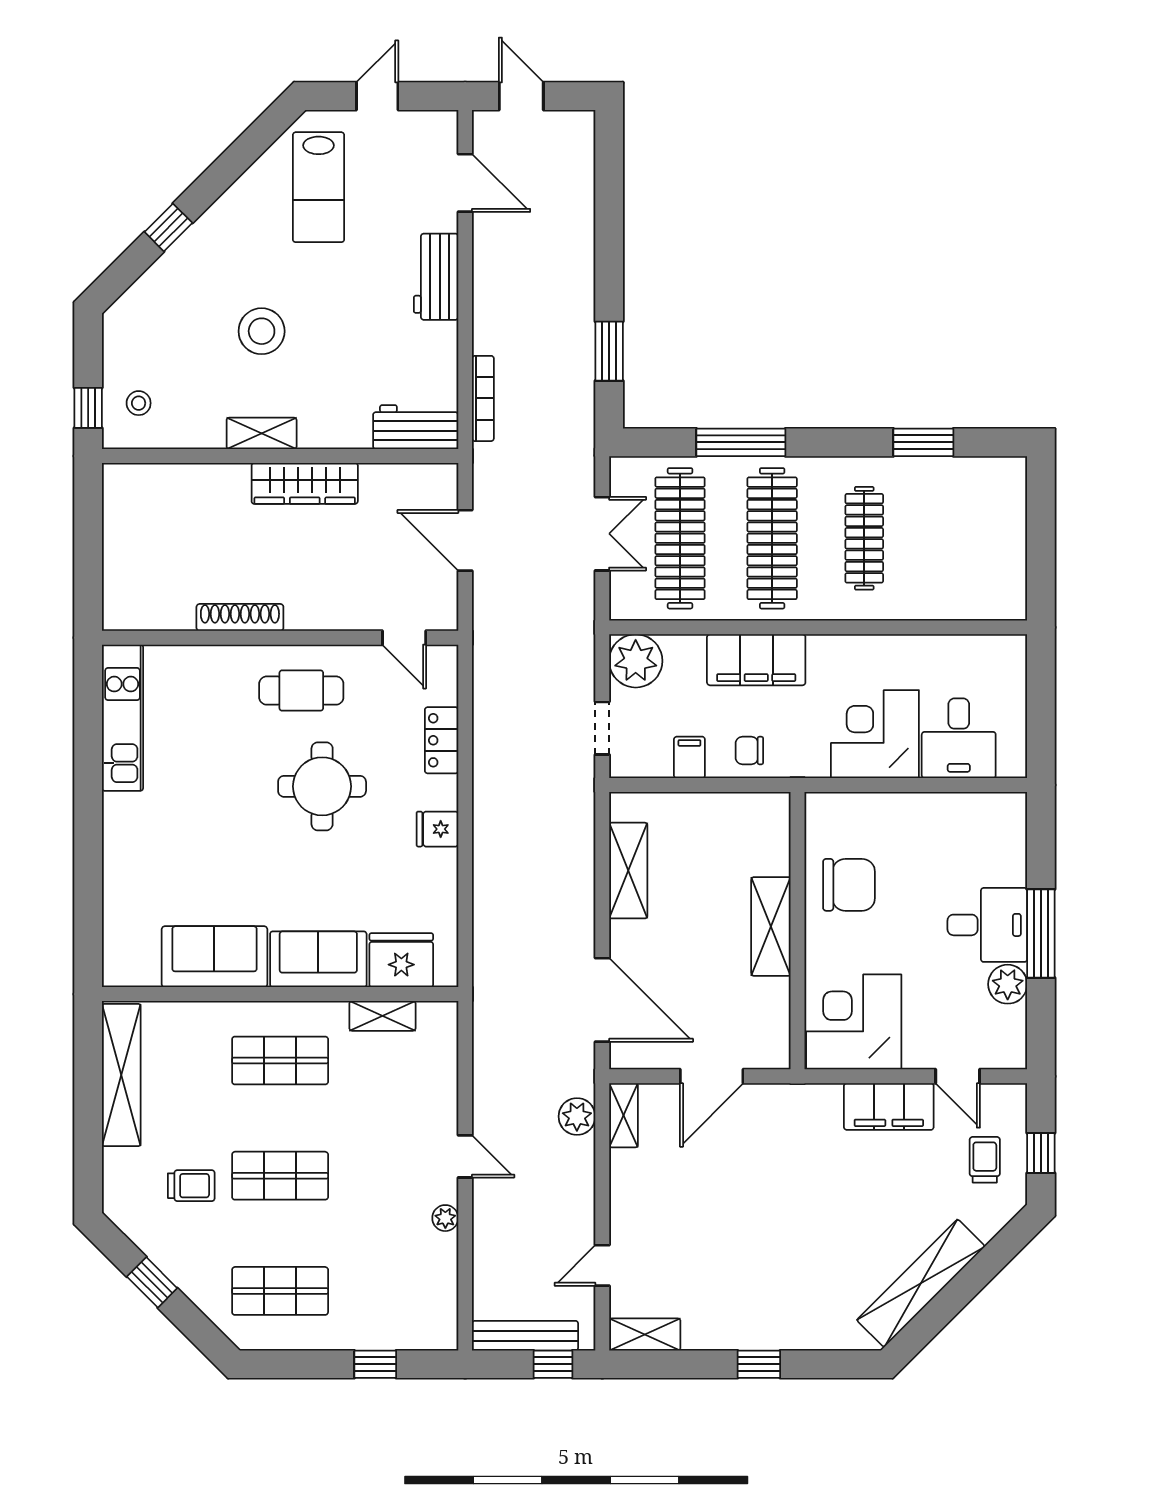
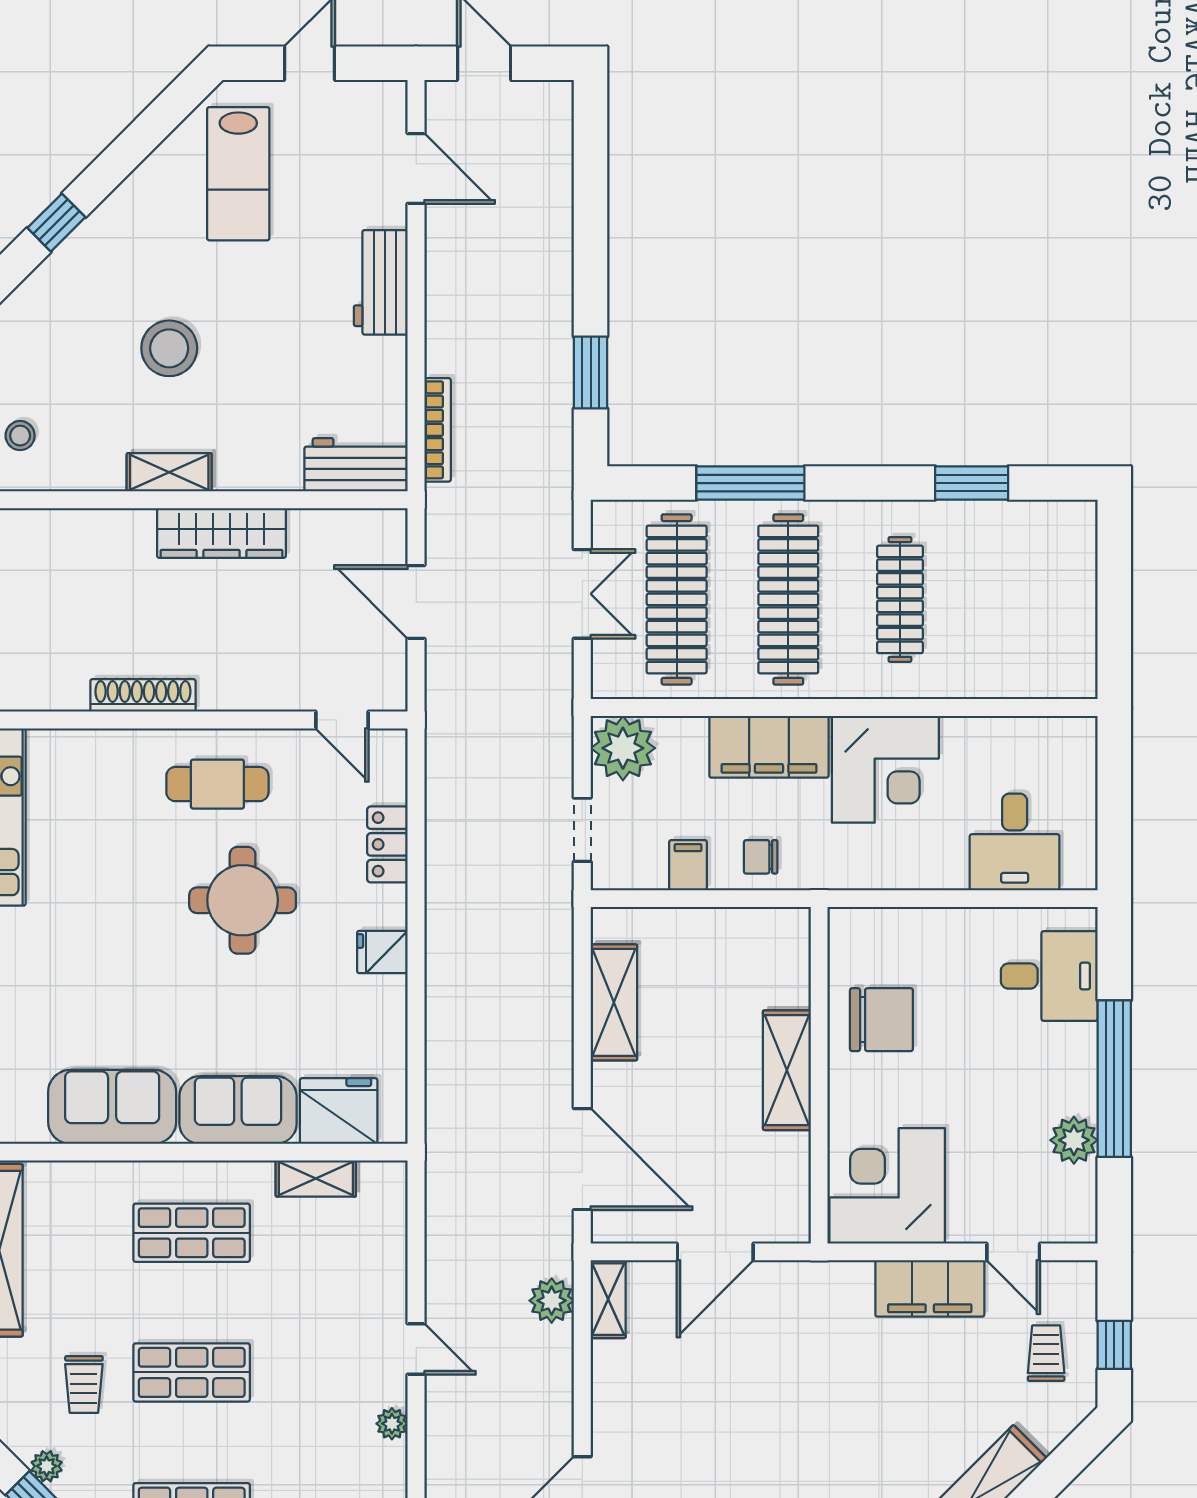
corner desk: (875, 734) -> (885, 769), moved, turned 180
desk: (987, 925) -> (1049, 976), moved
window: (1041, 933) -> (1114, 1079), width x1.46
trolley: (191, 1186) -> (84, 1384), turned 90
plant: (160, 1253) -> (47, 1466), added

